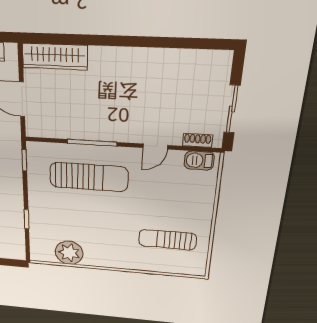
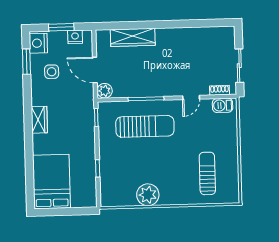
wardrobe: (55, 57) -> (133, 37), moved
plant: (35, 128) -> (105, 91), added
sun lounger: (167, 240) -> (207, 173), turned 90
plant: (69, 253) -> (148, 195), moved

